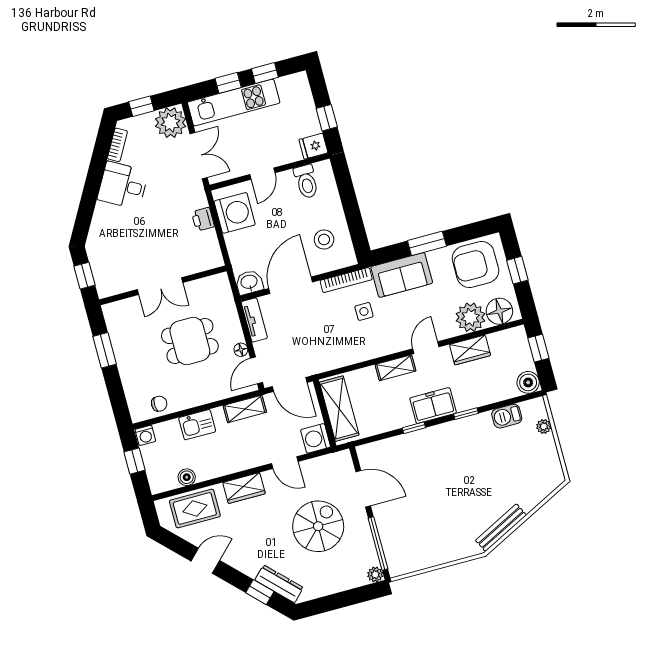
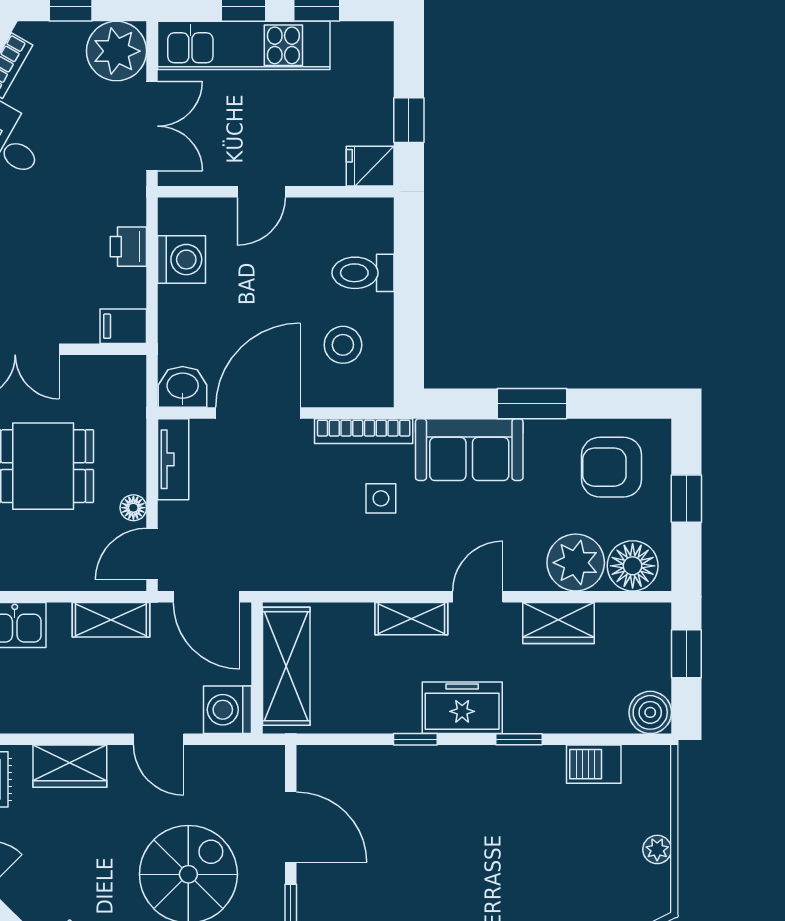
toilet: (306, 181) -> (363, 273), moved, turned 90
washing machine: (235, 213) -> (181, 260), width x0.73, depth x0.73
filing cabinet: (211, 260) -> (123, 326), added
armchair: (475, 265) -> (612, 467), width x0.73, depth x0.73
plant: (544, 426) -> (657, 849), moved

